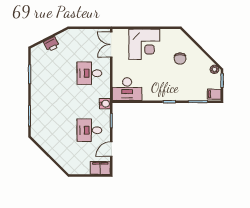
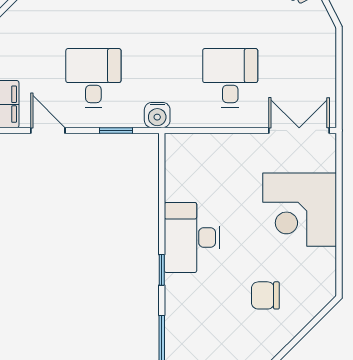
desk: (127, 89) -> (192, 237), moved

